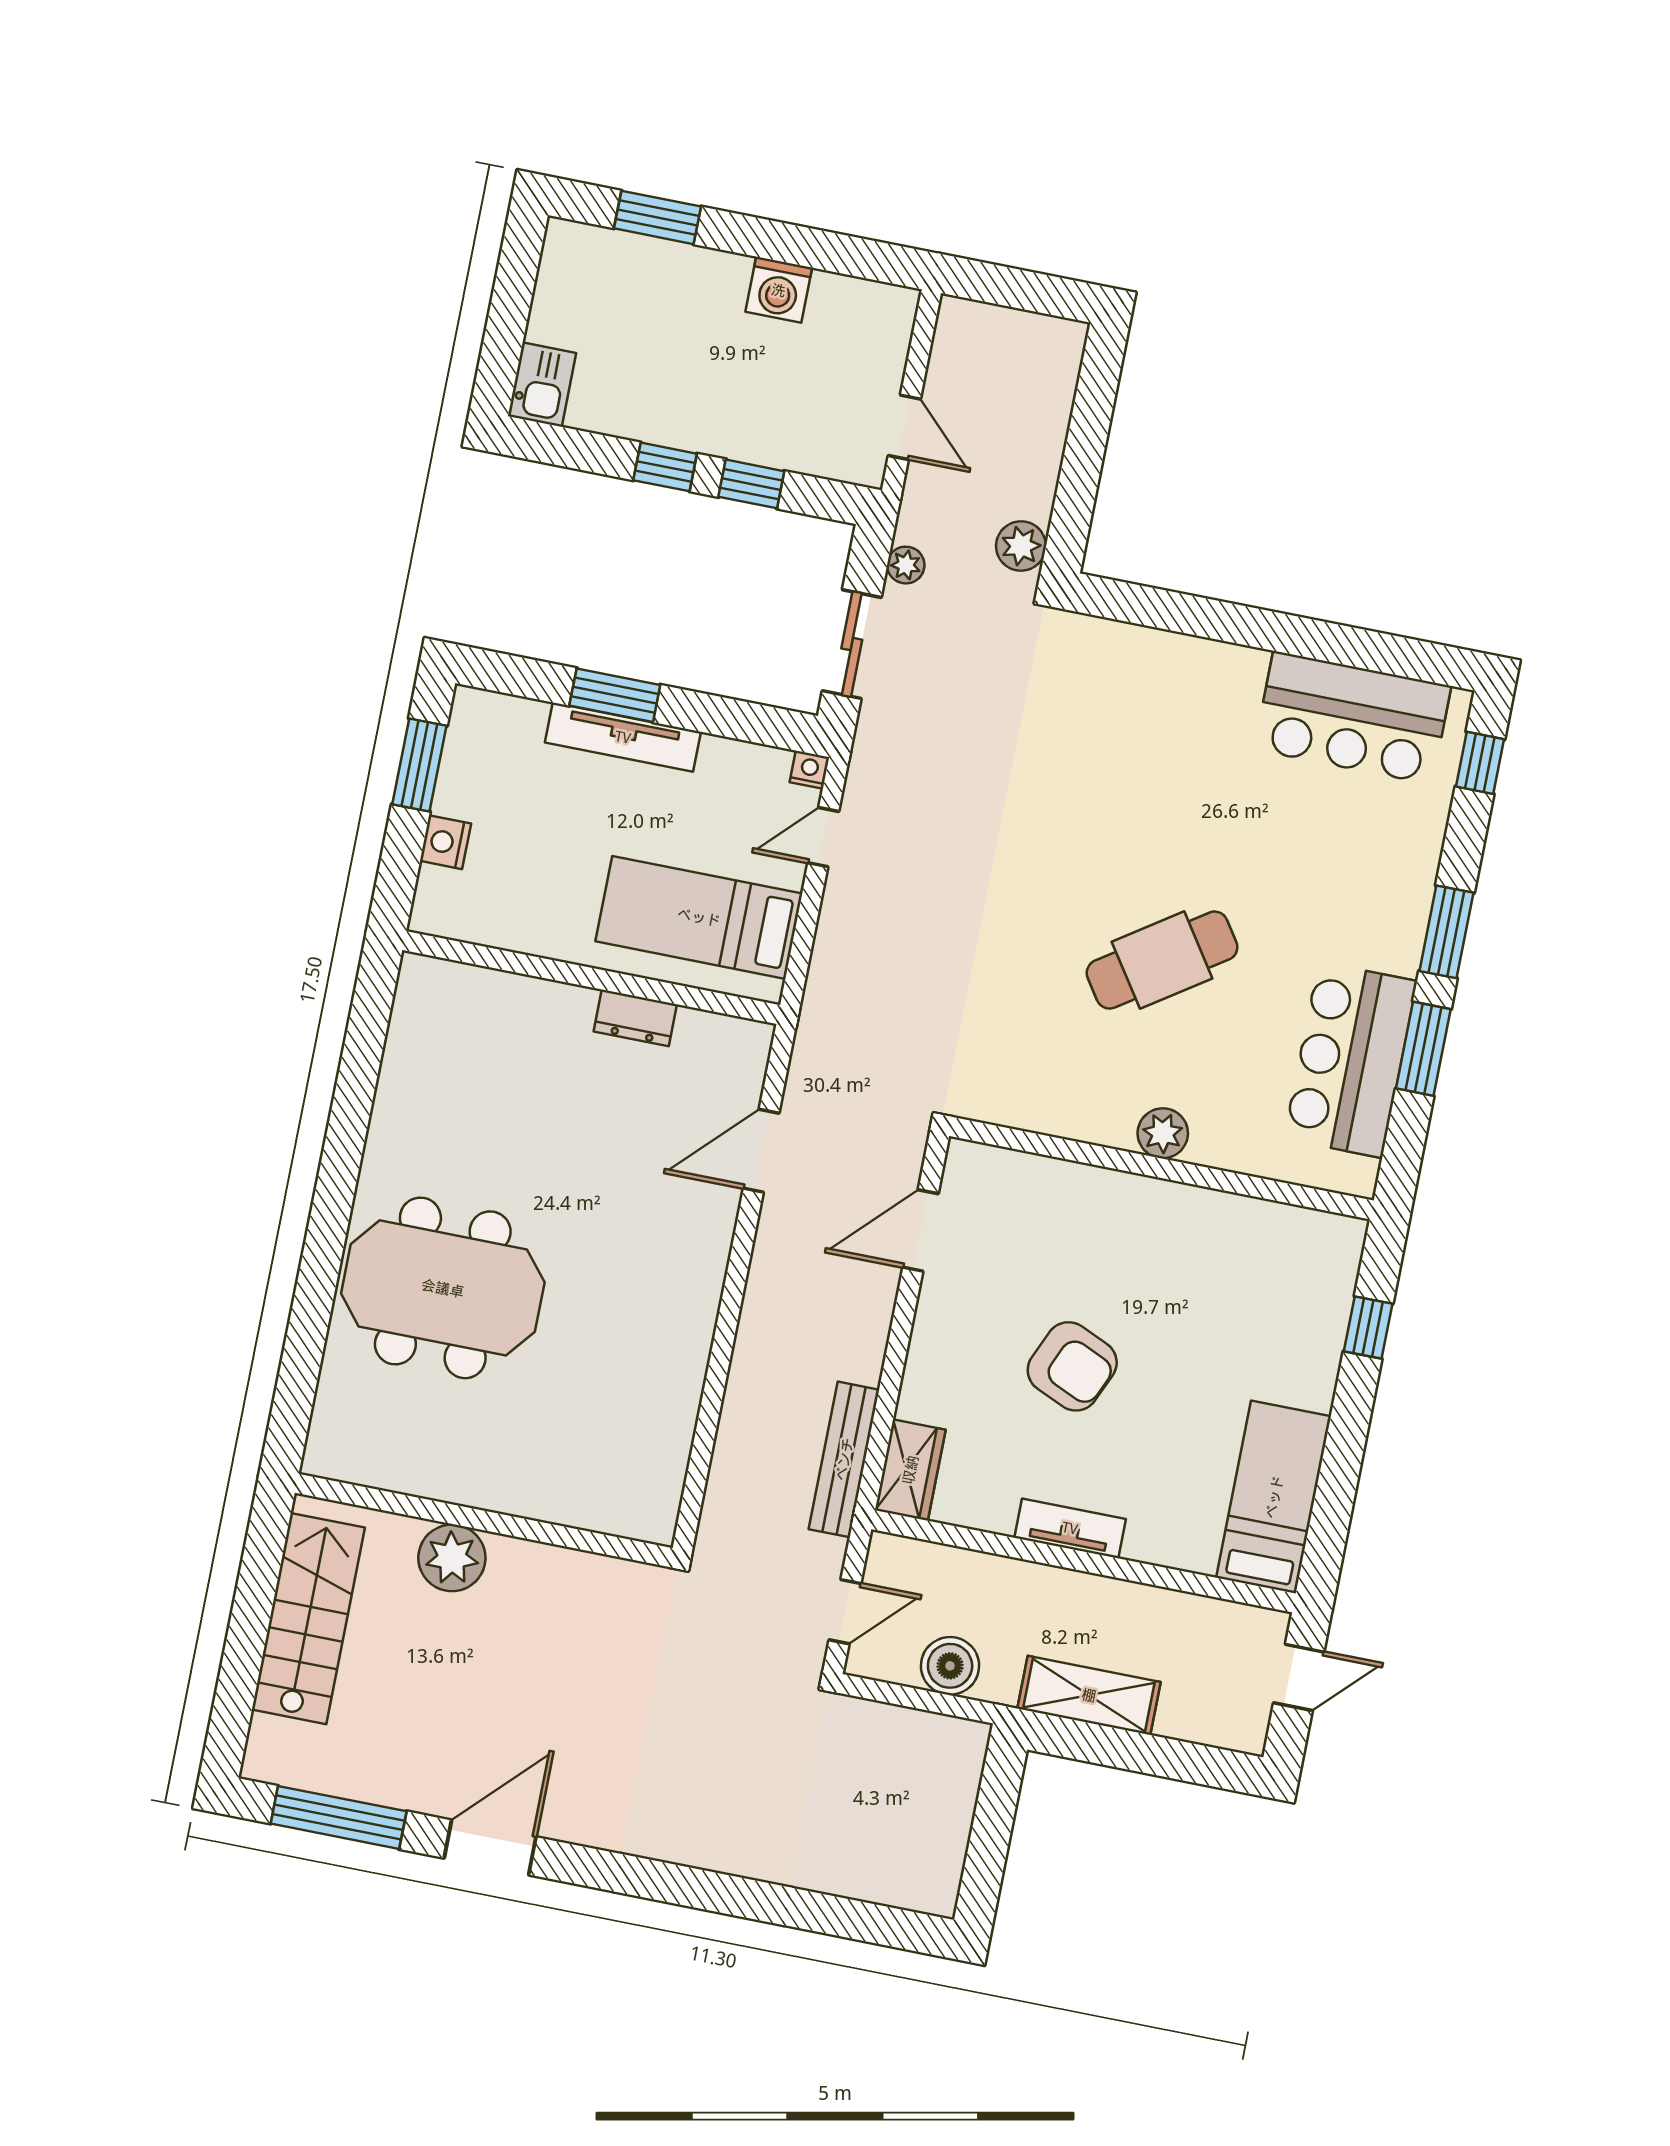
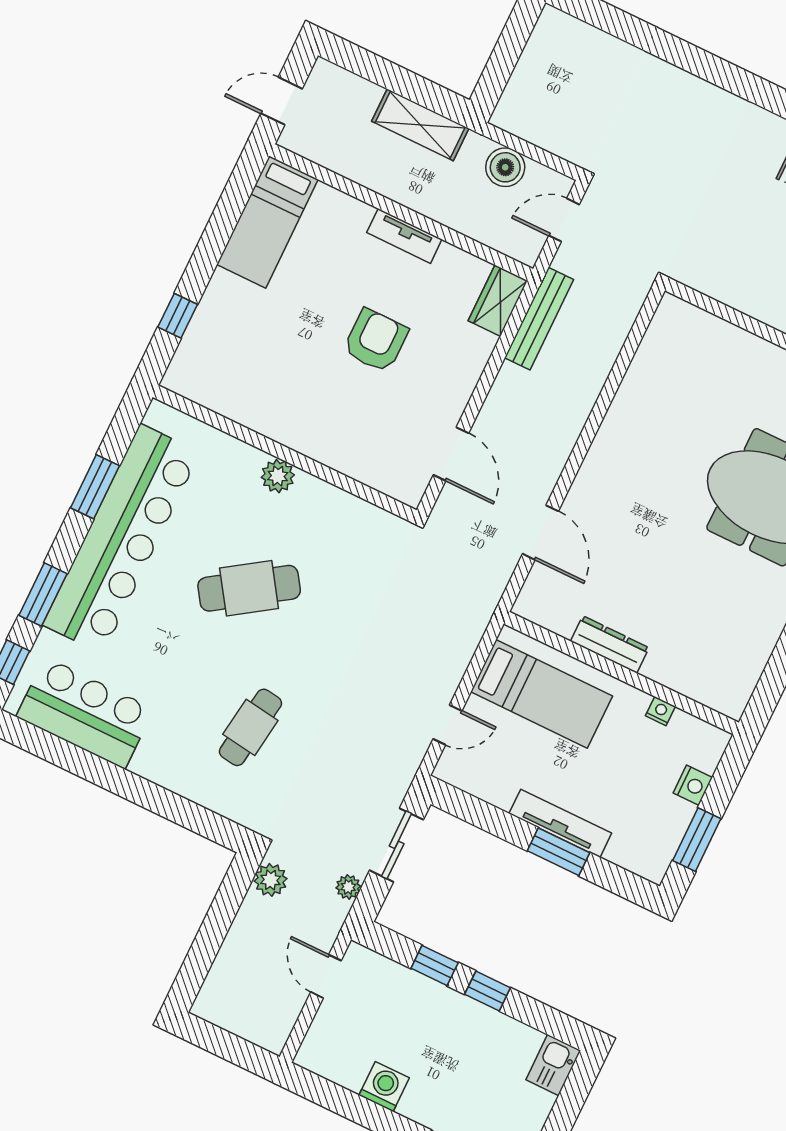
cafe table: (1108, 759) -> (250, 727), added
nightstand: (809, 770) -> (660, 711), moved, turned 180
window: (1446, 932) -> (43, 594), moved
dresser: (635, 1018) -> (610, 644), width x1.44
bar counter: (1350, 1060) -> (121, 539), width x1.86
door: (761, 1151) -> (541, 532), hinge flipped
door: (920, 1230) -> (451, 454), hinge flipped
armchair: (1072, 1366) -> (376, 340), turned 66

